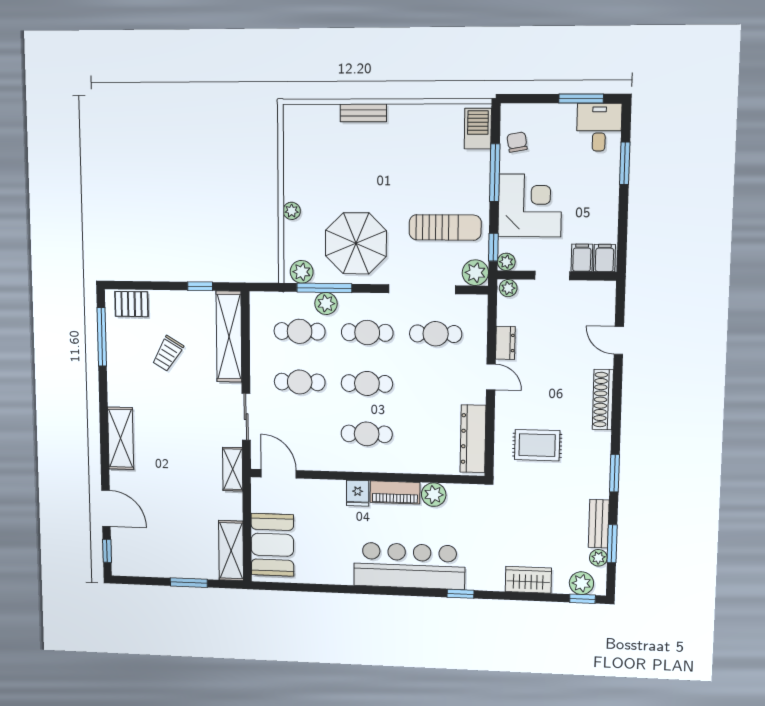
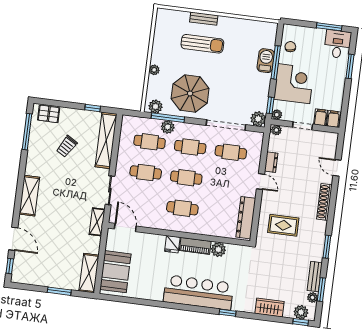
barbecue: (478, 129) -> (266, 61), moved
sun lounger: (445, 227) -> (202, 44), moved

